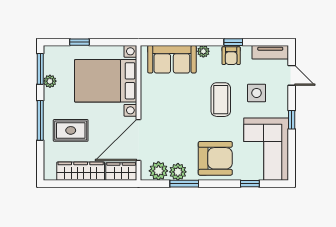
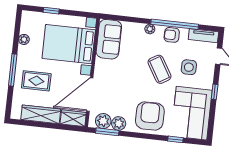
window: (233, 42) -> (175, 24), width x3.17
armchair: (231, 56) -> (172, 35), turned 90
sofa: (172, 59) -> (109, 39), moved, turned -90
window: (40, 69) -> (17, 29), removed
coffee table: (221, 100) -> (159, 69), turned -31
armchair: (215, 158) -> (150, 116), turned -90
window: (184, 184) -> (107, 132), moved

